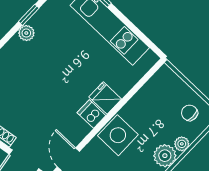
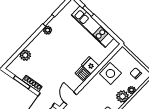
side table: (118, 135) -> (110, 73), moved

